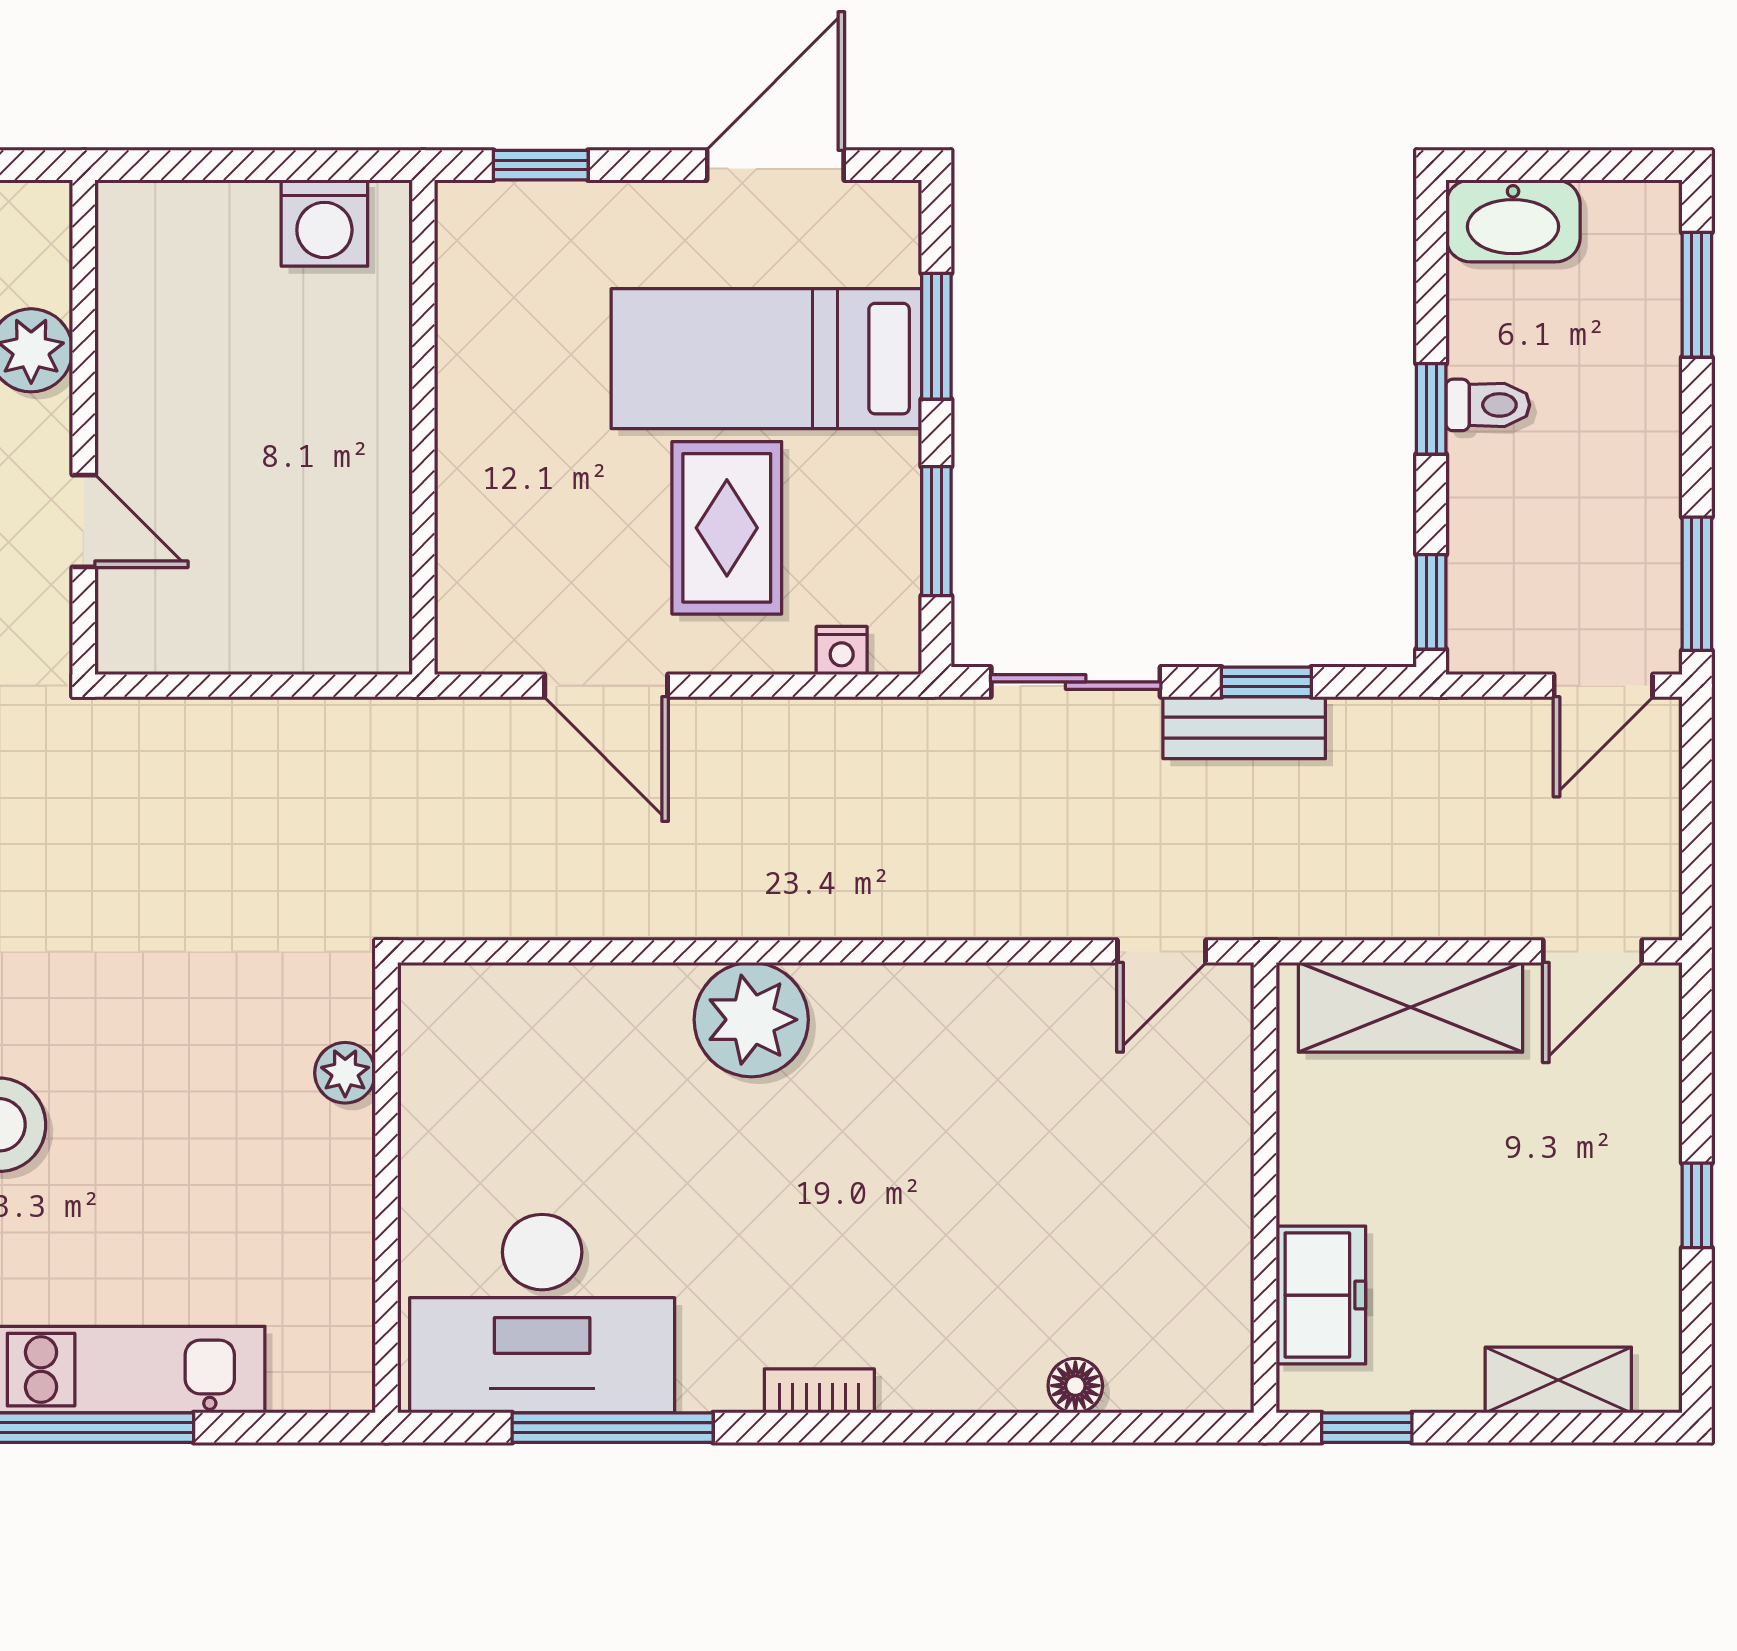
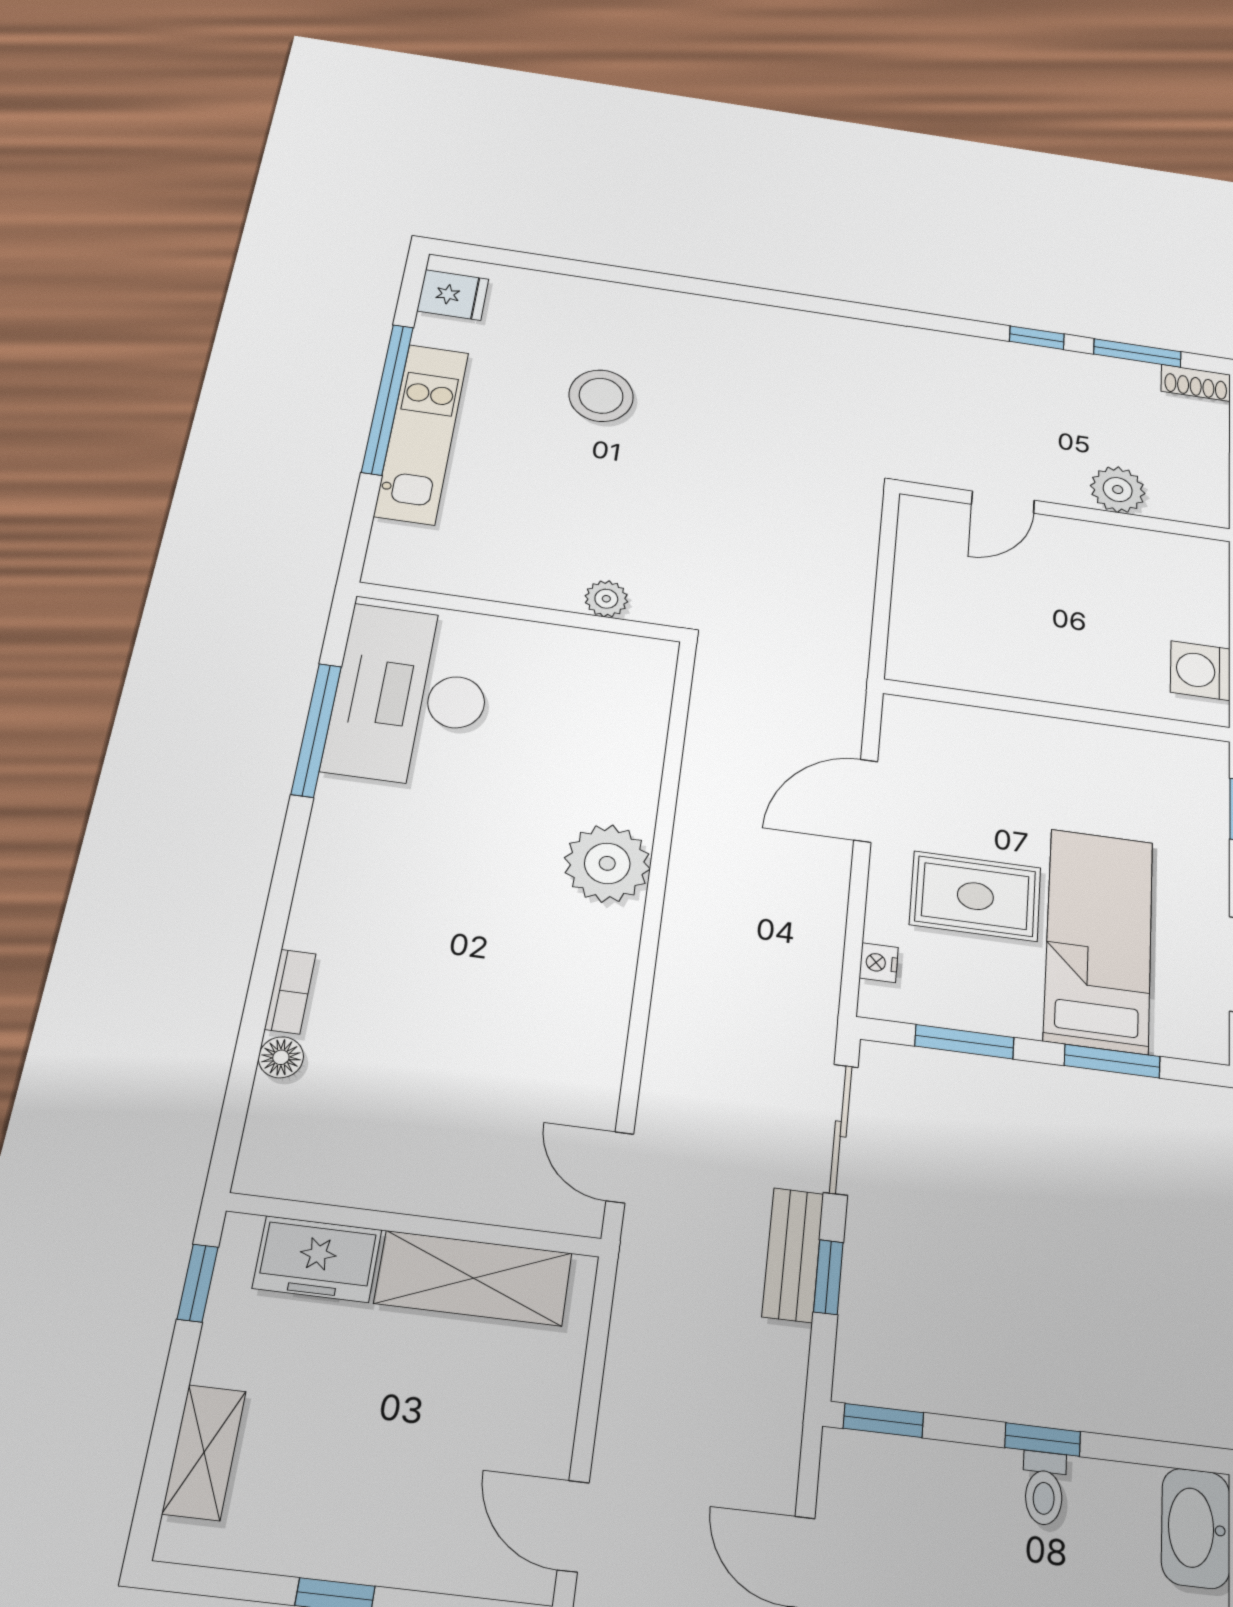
shelving: (1410, 1007) -> (474, 1278), moved, turned 90
bookcase: (819, 1391) -> (290, 991), moved

